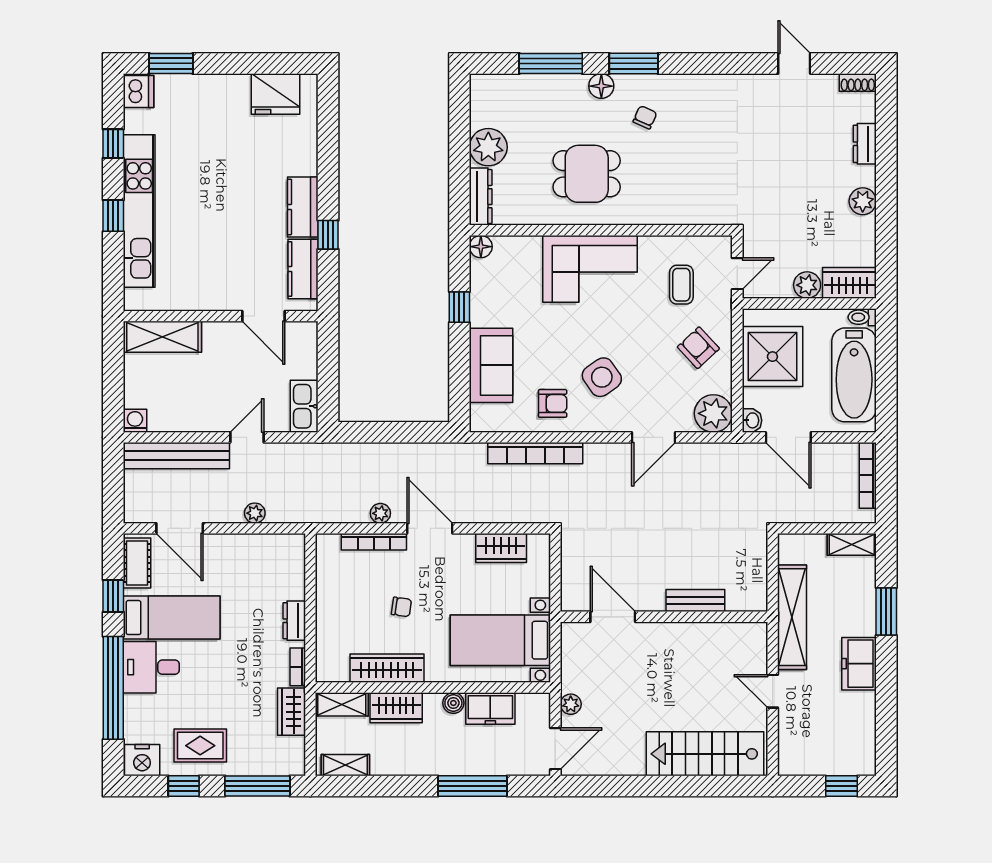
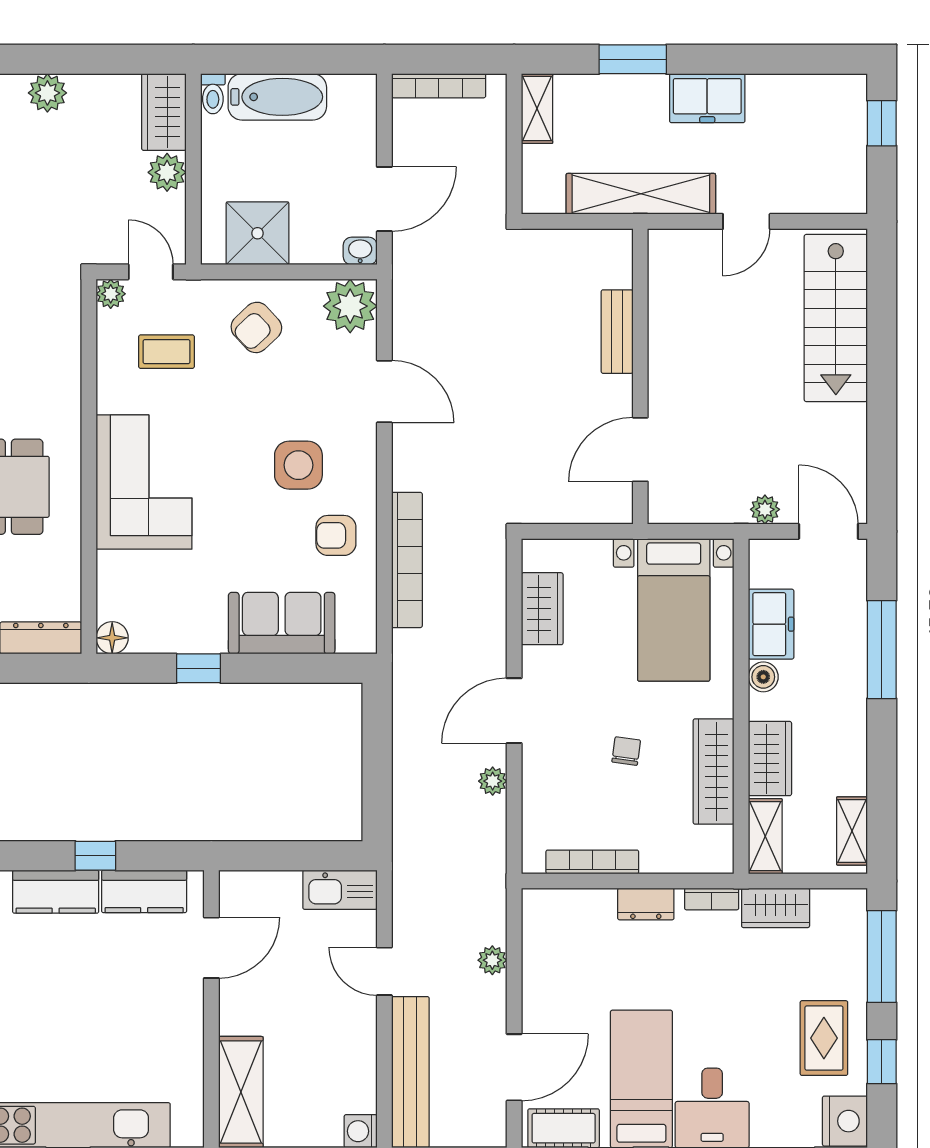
plant: (722, 246) -> (111, 294), added
shower: (772, 357) -> (258, 233), width x0.73, depth x0.73
bathtub: (854, 375) -> (277, 97), width x0.73, depth x0.73
side table: (602, 377) -> (298, 465), turned 35
armchair: (553, 403) -> (336, 535), turned -90
bookcase: (374, 542) -> (592, 862), moved, turned -90

